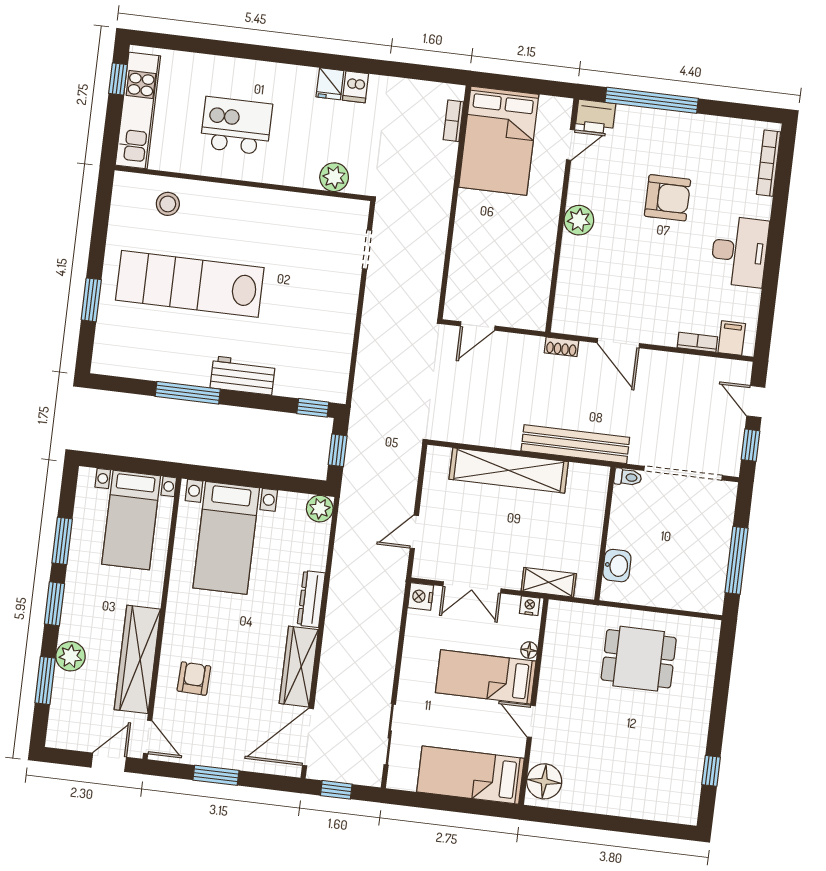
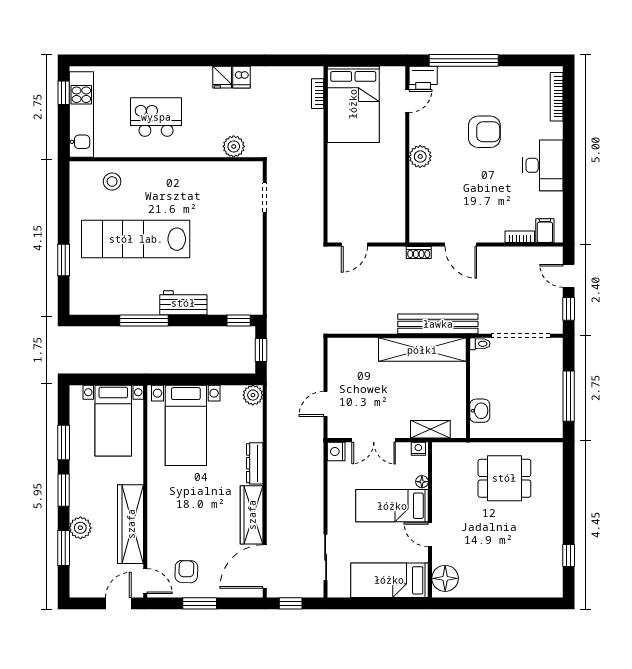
shelving: (509, 470) -> (422, 350), moved
armchair: (194, 679) -> (186, 572), moved

